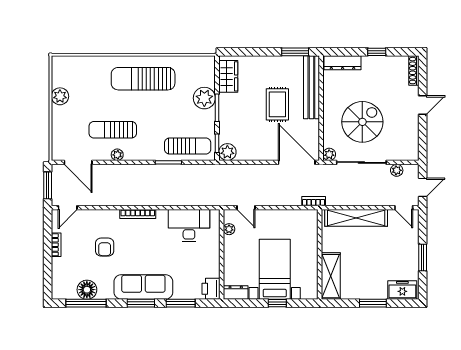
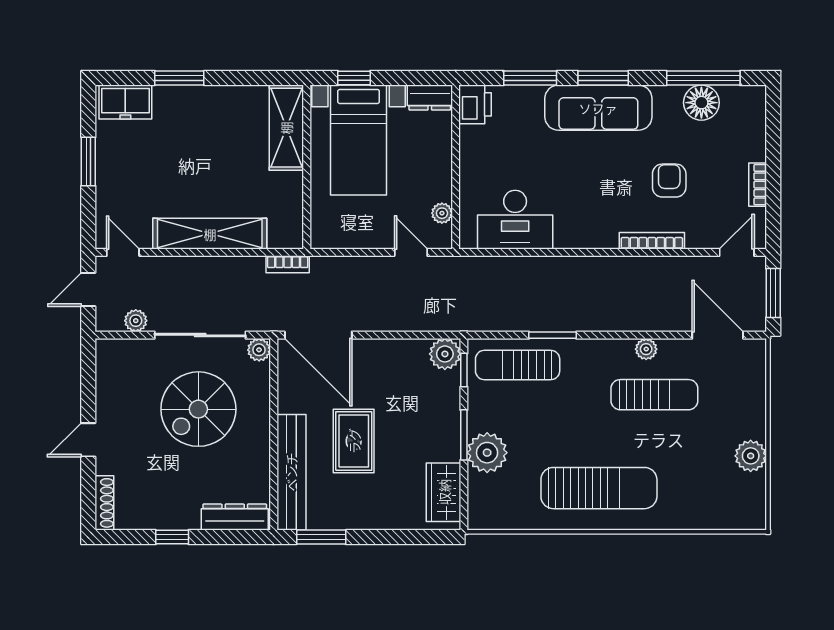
bookcase: (138, 214) -> (652, 241), moved
wall: (320, 254) -> (307, 167), moved
shelving: (331, 276) -> (286, 128), moved

